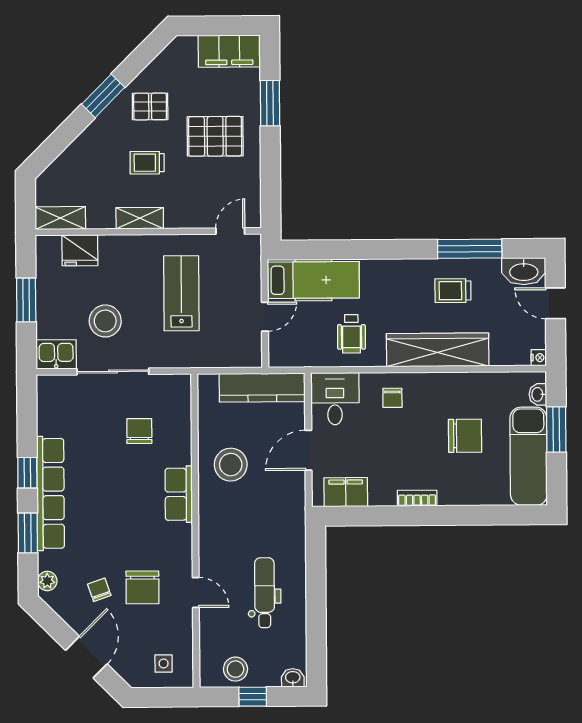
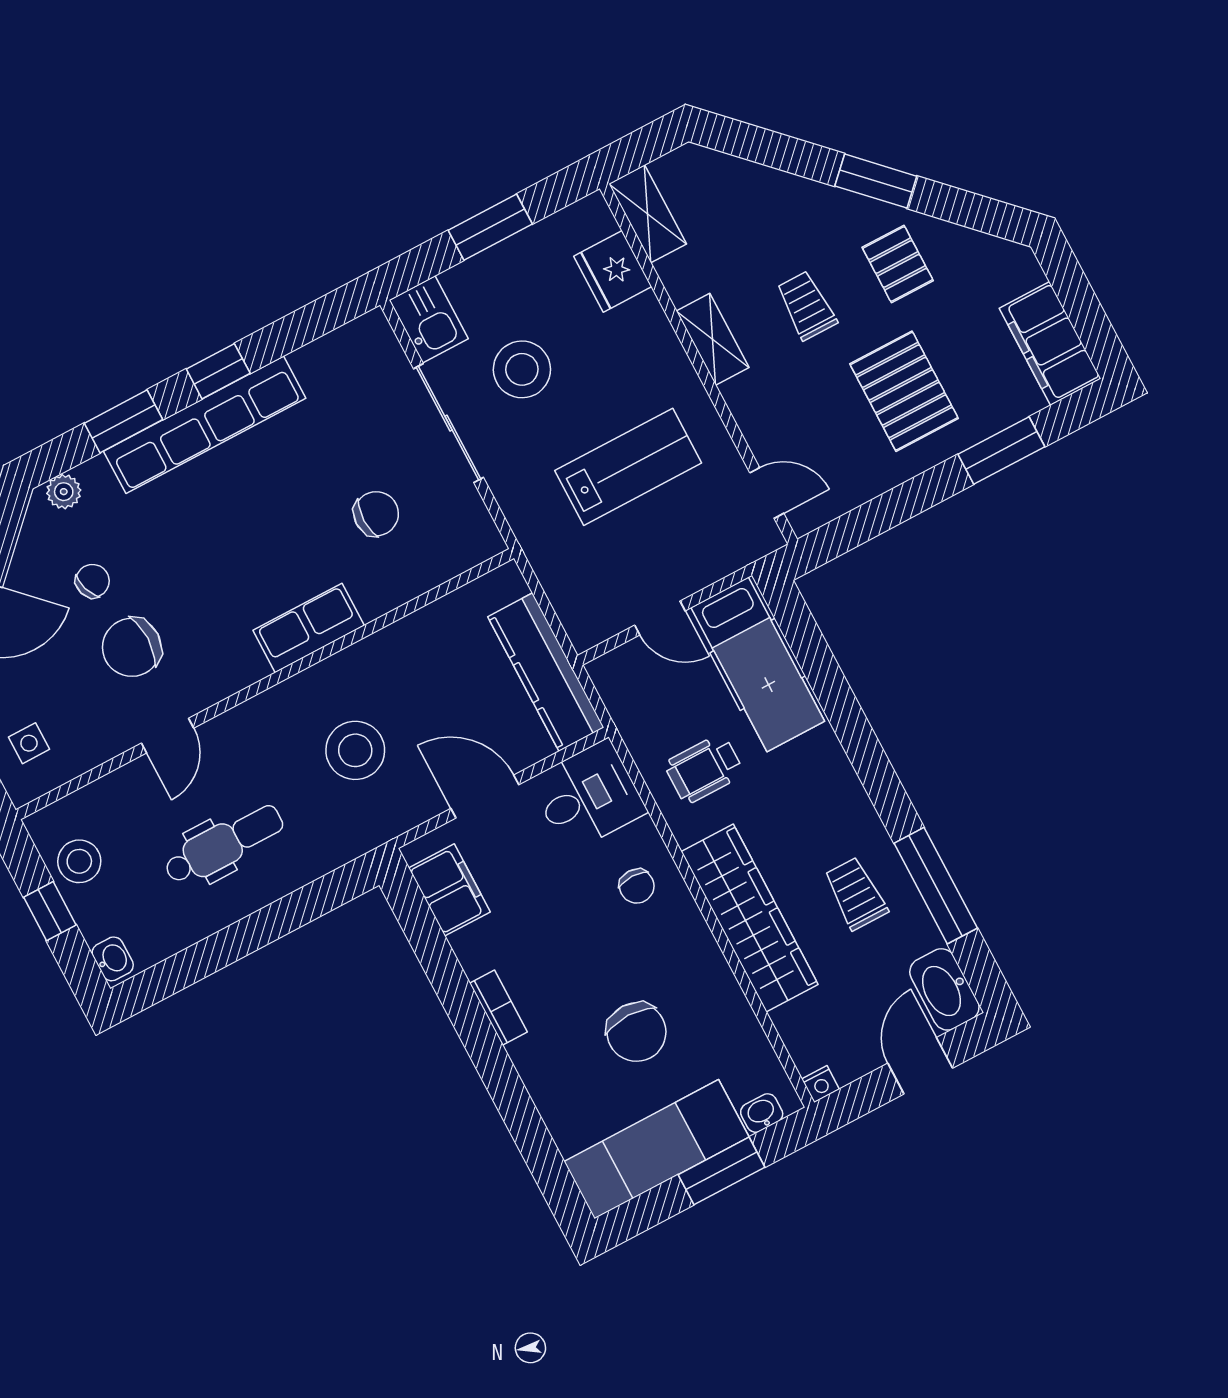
chair: (392, 398) -> (637, 886), turned -90
stool: (231, 465) -> (355, 750), moved

